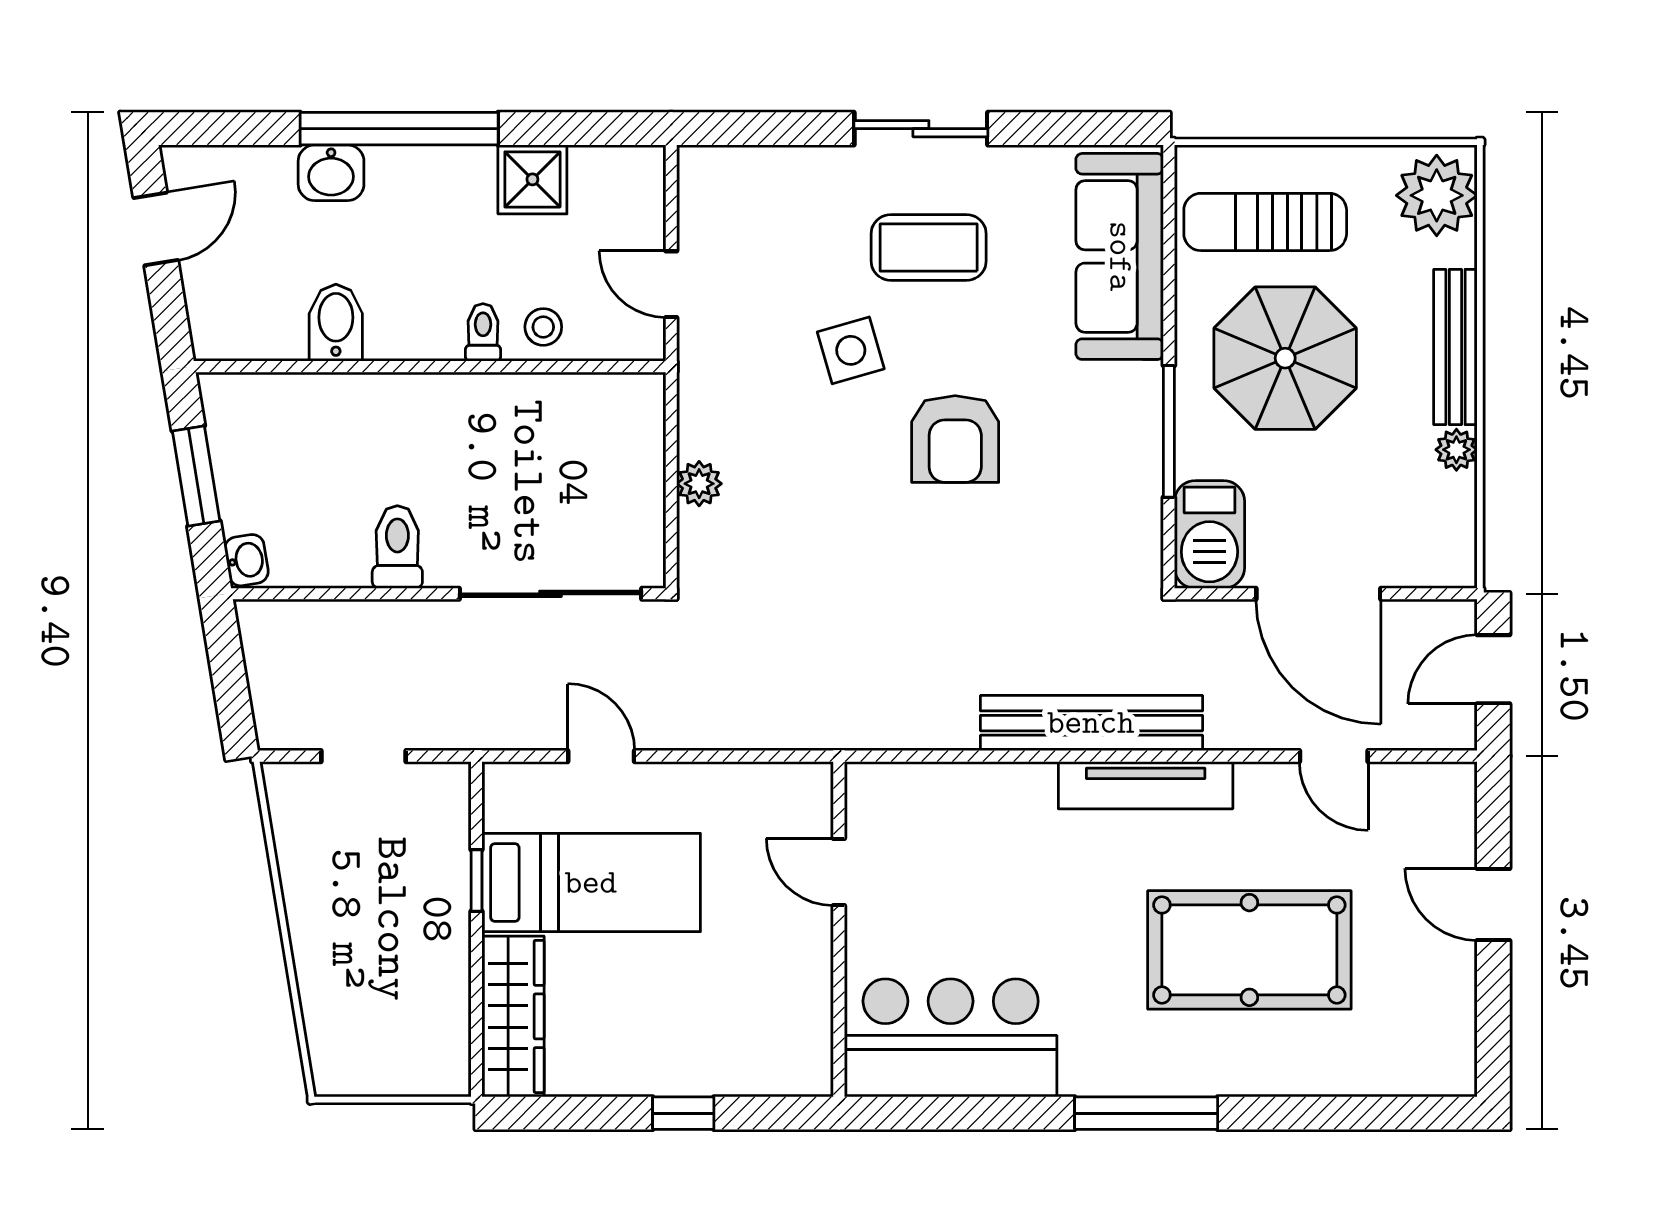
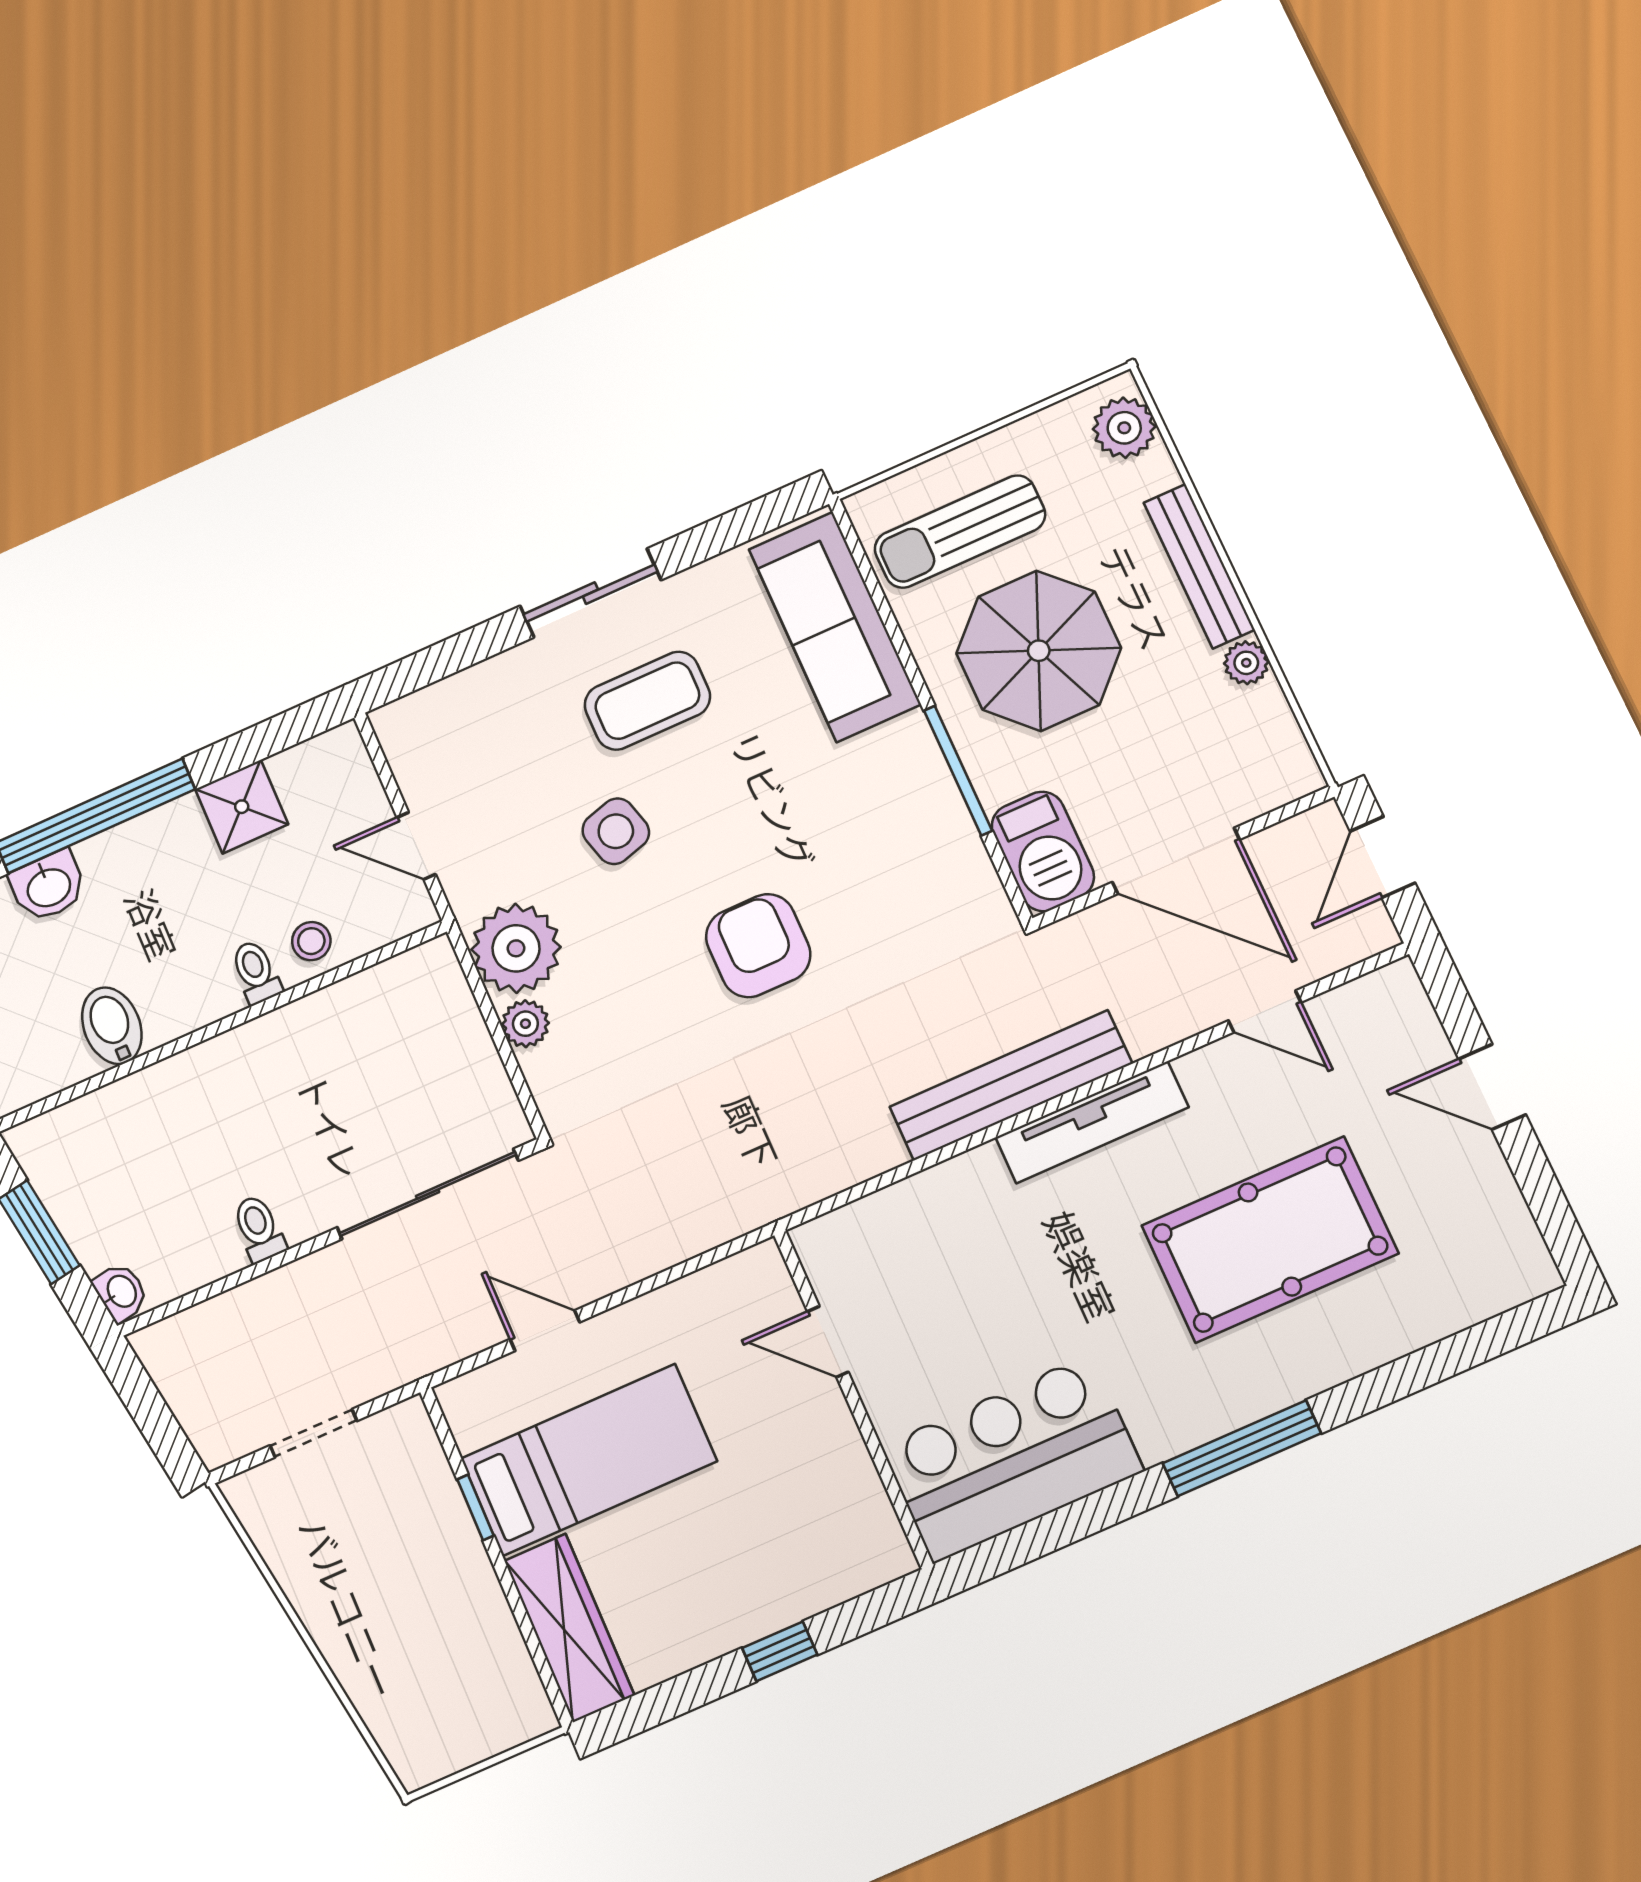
plant: (1437, 195) -> (1124, 428), width x0.73, depth x0.73
plant: (719, 414) -> (516, 948), added
armchair: (955, 439) -> (758, 946), moved, turned 180
toilet: (397, 547) -> (259, 1229), width x0.73, depth x0.72

